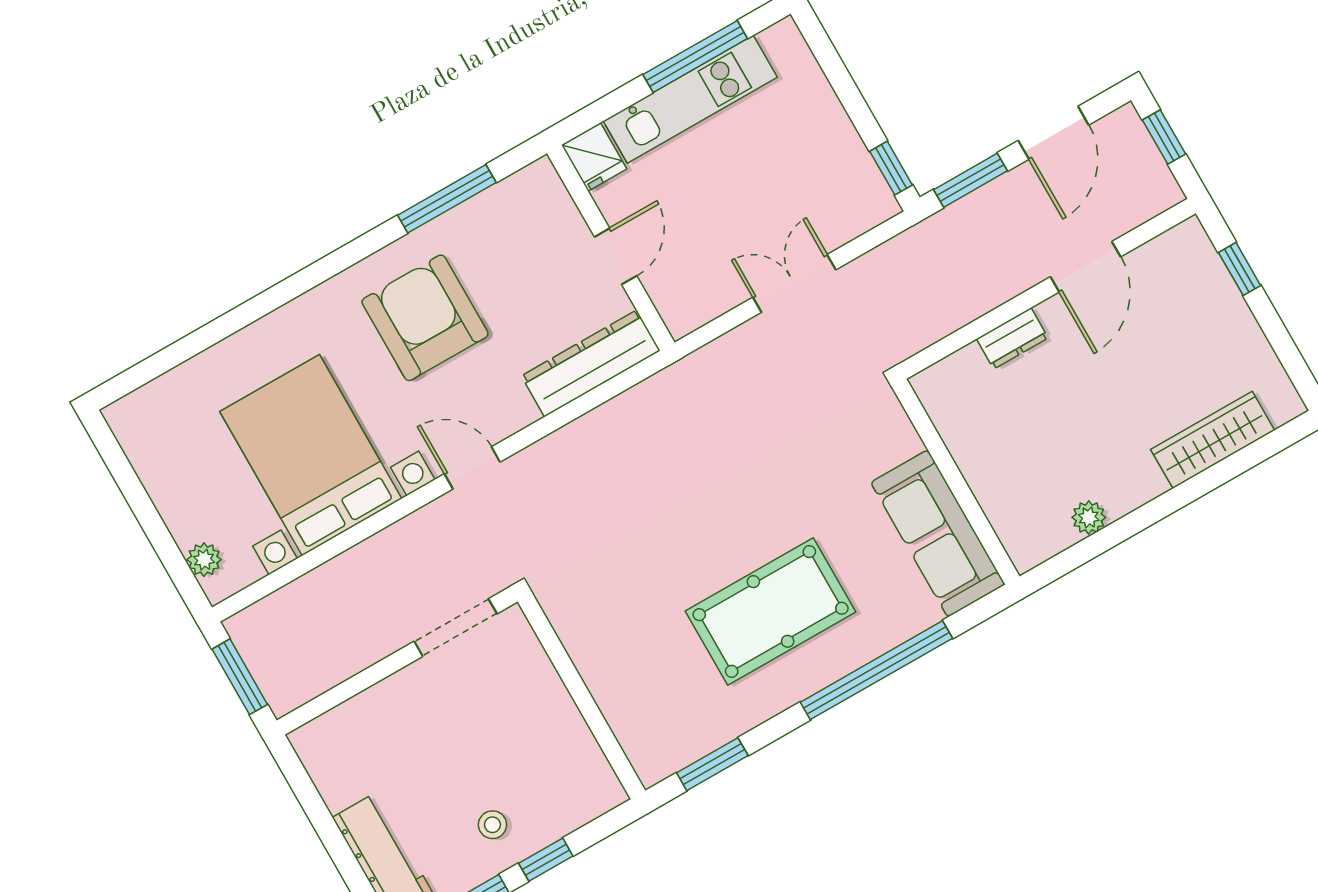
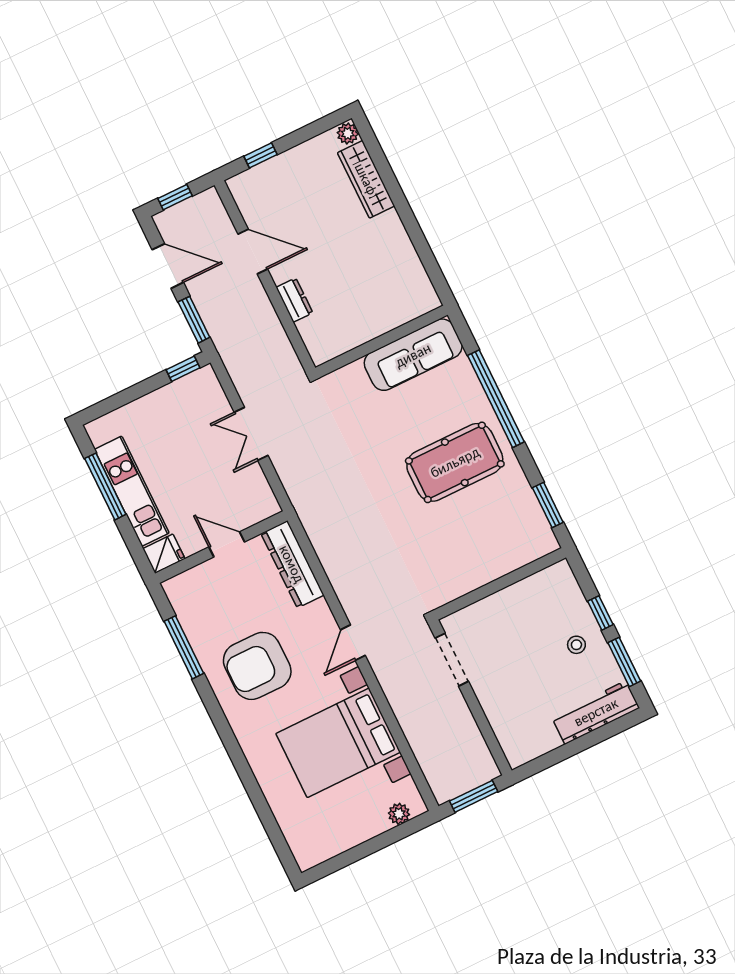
plant: (1089, 517) -> (348, 133), moved
pool table: (771, 611) -> (455, 462), turned 90

